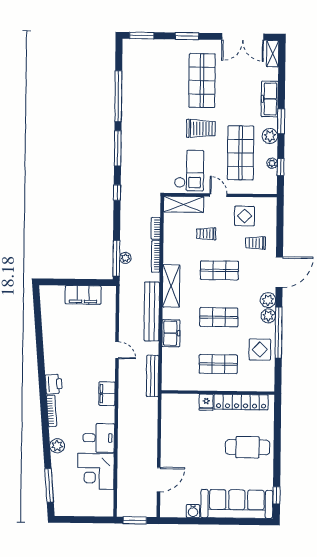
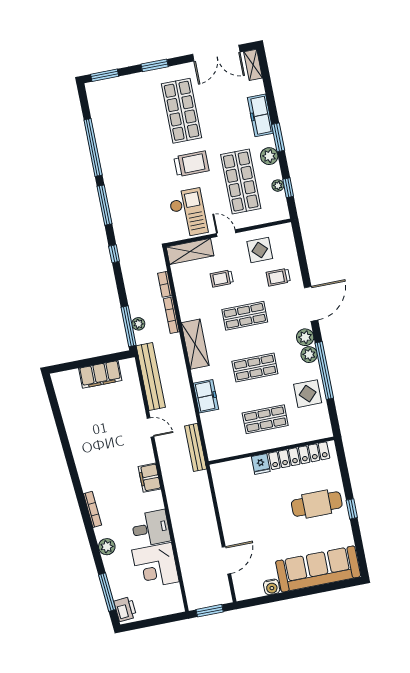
bench: (152, 311) -> (151, 377), moved
printer: (54, 384) -> (125, 609), moved
window: (277, 495) -> (352, 509), moved

